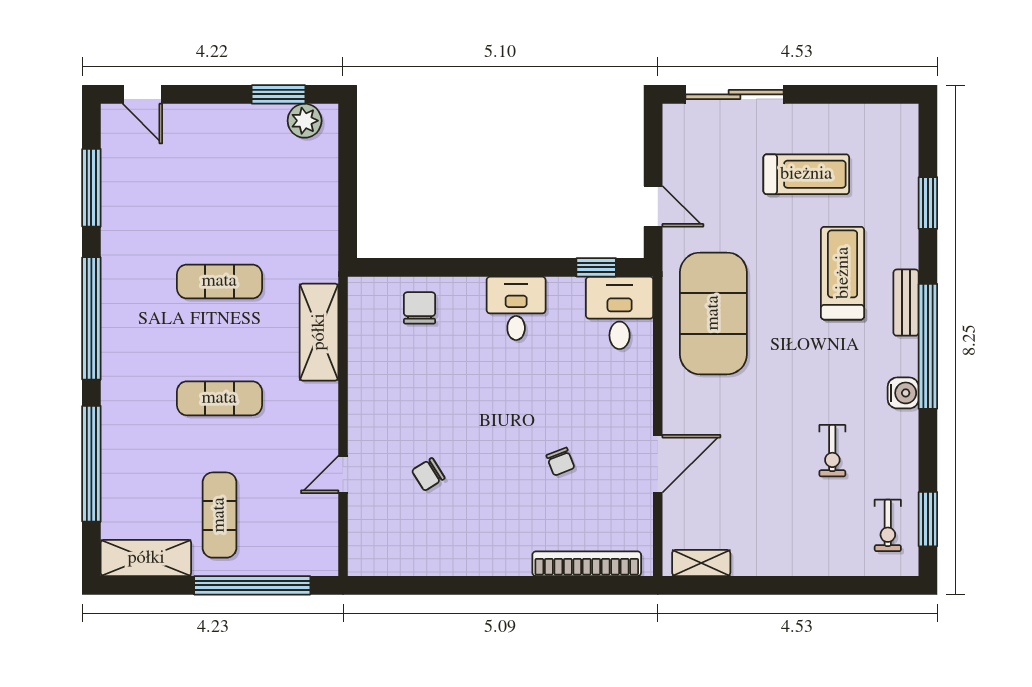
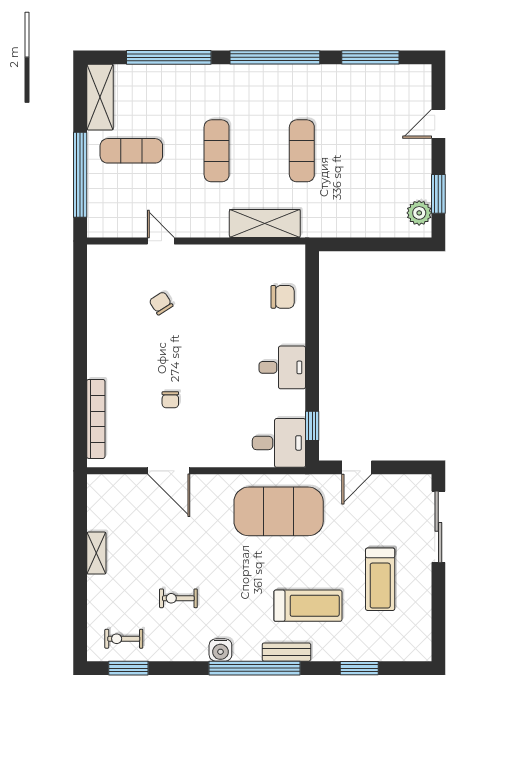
door: (142, 94) -> (438, 124), moved
chair: (560, 462) -> (170, 400), turned -69
shelving: (701, 563) -> (96, 553), moved

